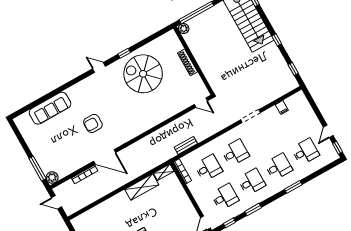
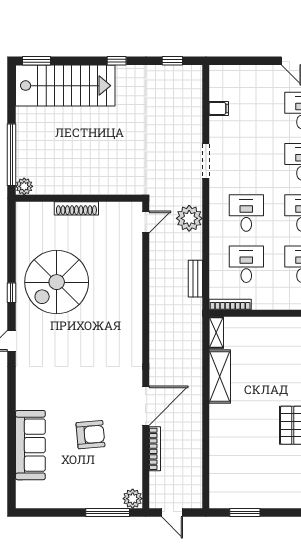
armchair: (93, 123) -> (90, 435), moved, turned -95
plant: (216, 124) -> (189, 218), added
door: (56, 202) -> (172, 513), hinge flipped

